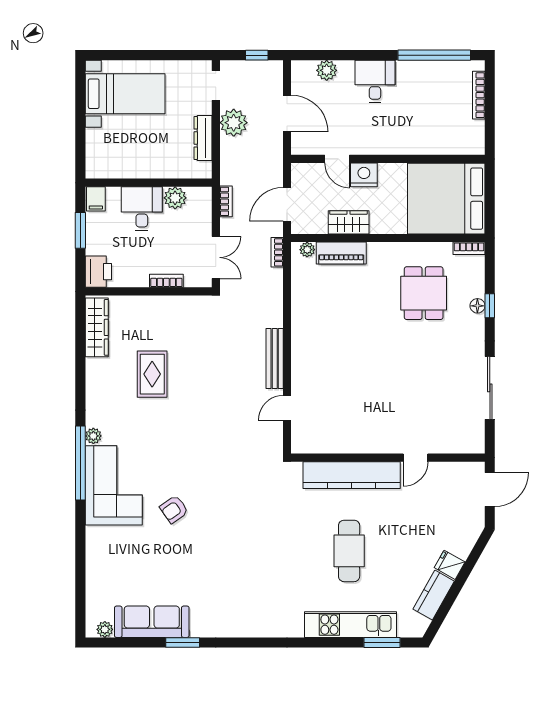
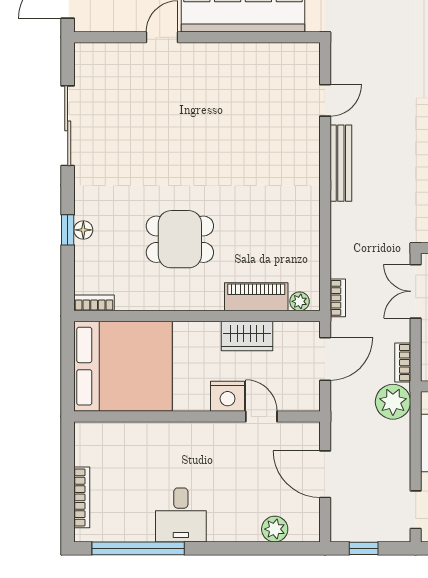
desk: (375, 81) -> (181, 515), moved
plant: (234, 123) -> (393, 402), moved
dining table: (424, 293) -> (180, 239), moved, turned 90

